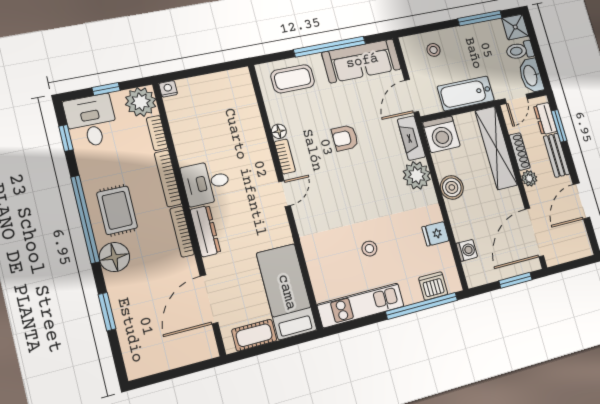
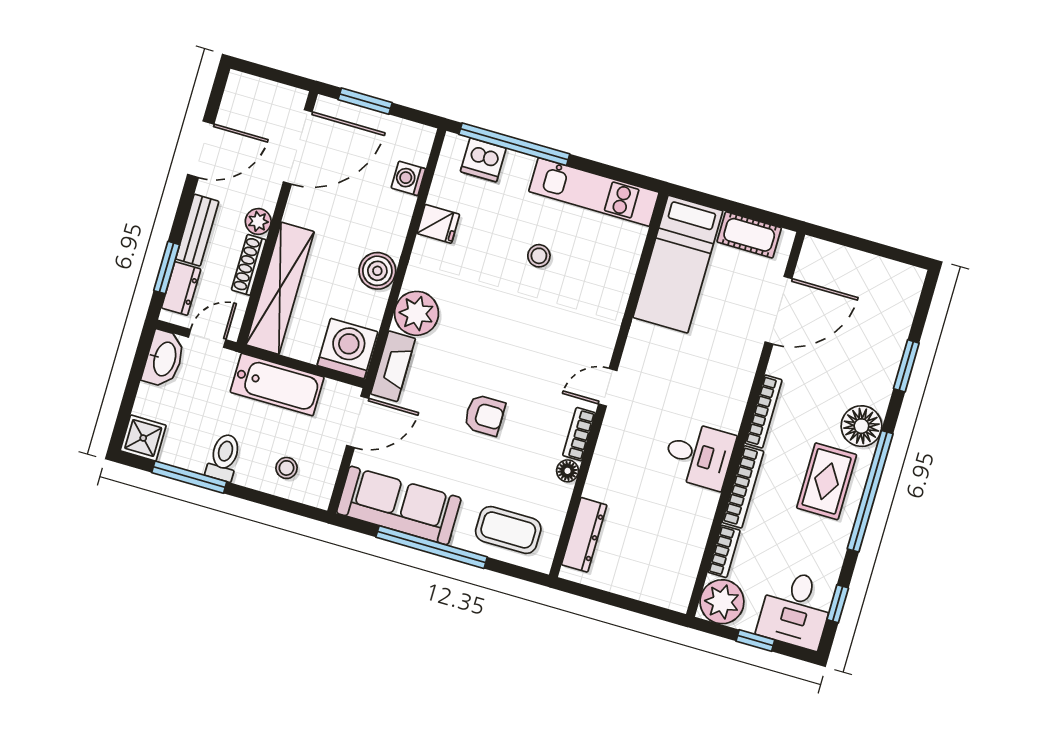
toilet: (520, 50) -> (224, 457), moved, turned -90
nightstand: (168, 89) -> (678, 601), removed
dresser: (205, 231) -> (584, 535), moved, turned 180

